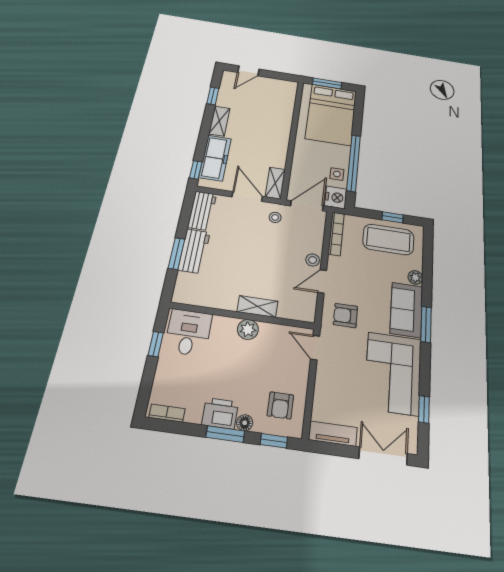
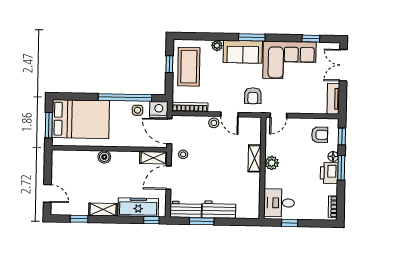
boiler: (283, 131) -> (104, 157), added
window: (177, 254) -> (202, 221), moved

